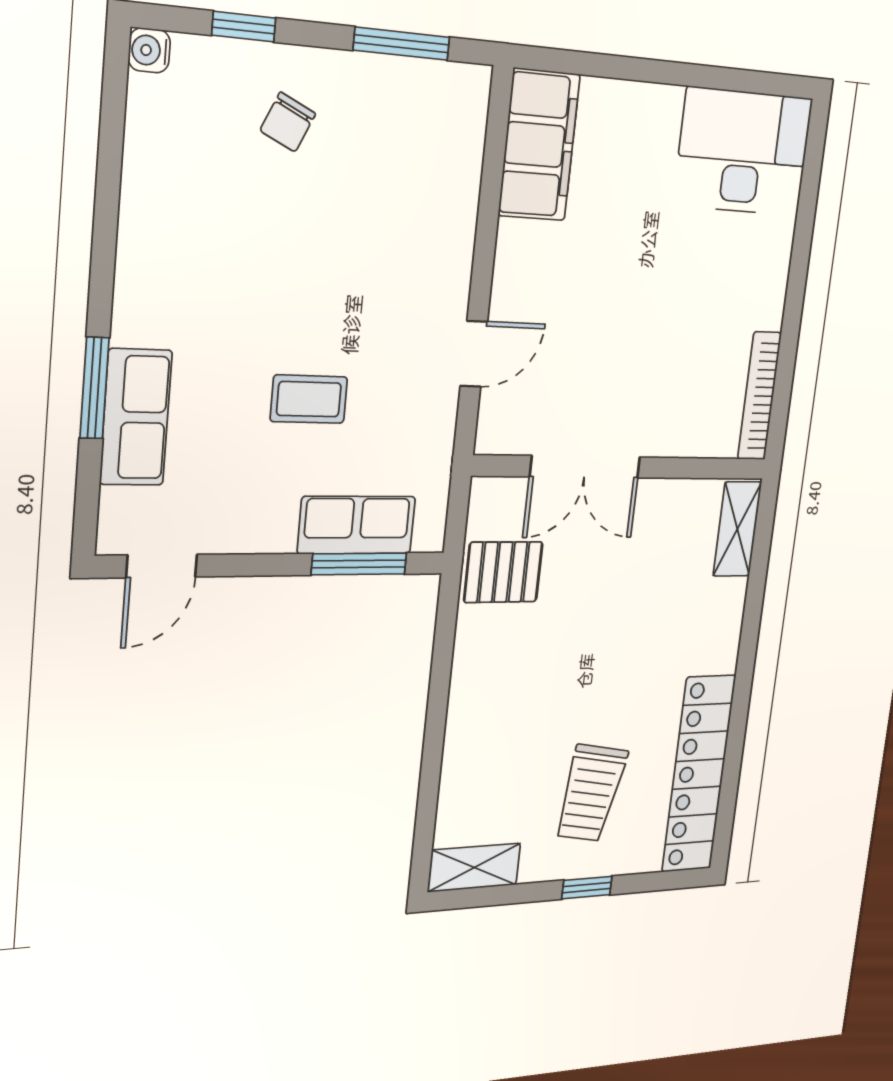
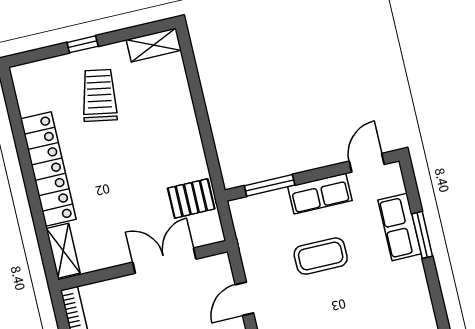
coffee table: (309, 399) -> (321, 256), width x1.36, depth x1.30
row of seats: (357, 525) -> (320, 194), moved
locker: (699, 774) -> (48, 169), moved

